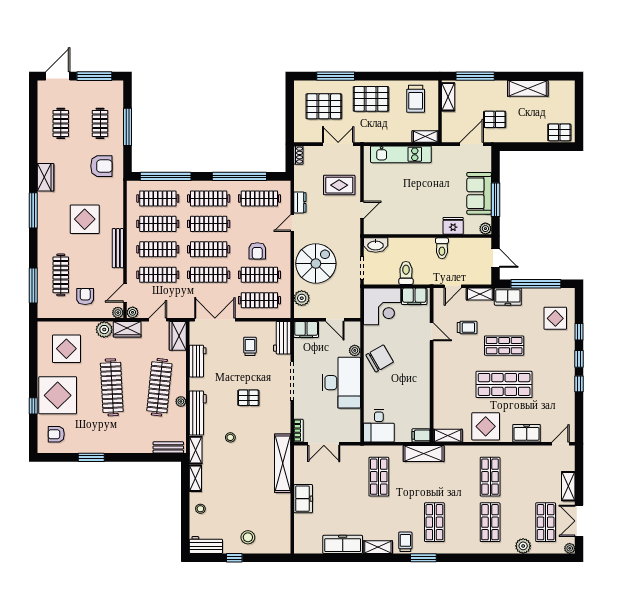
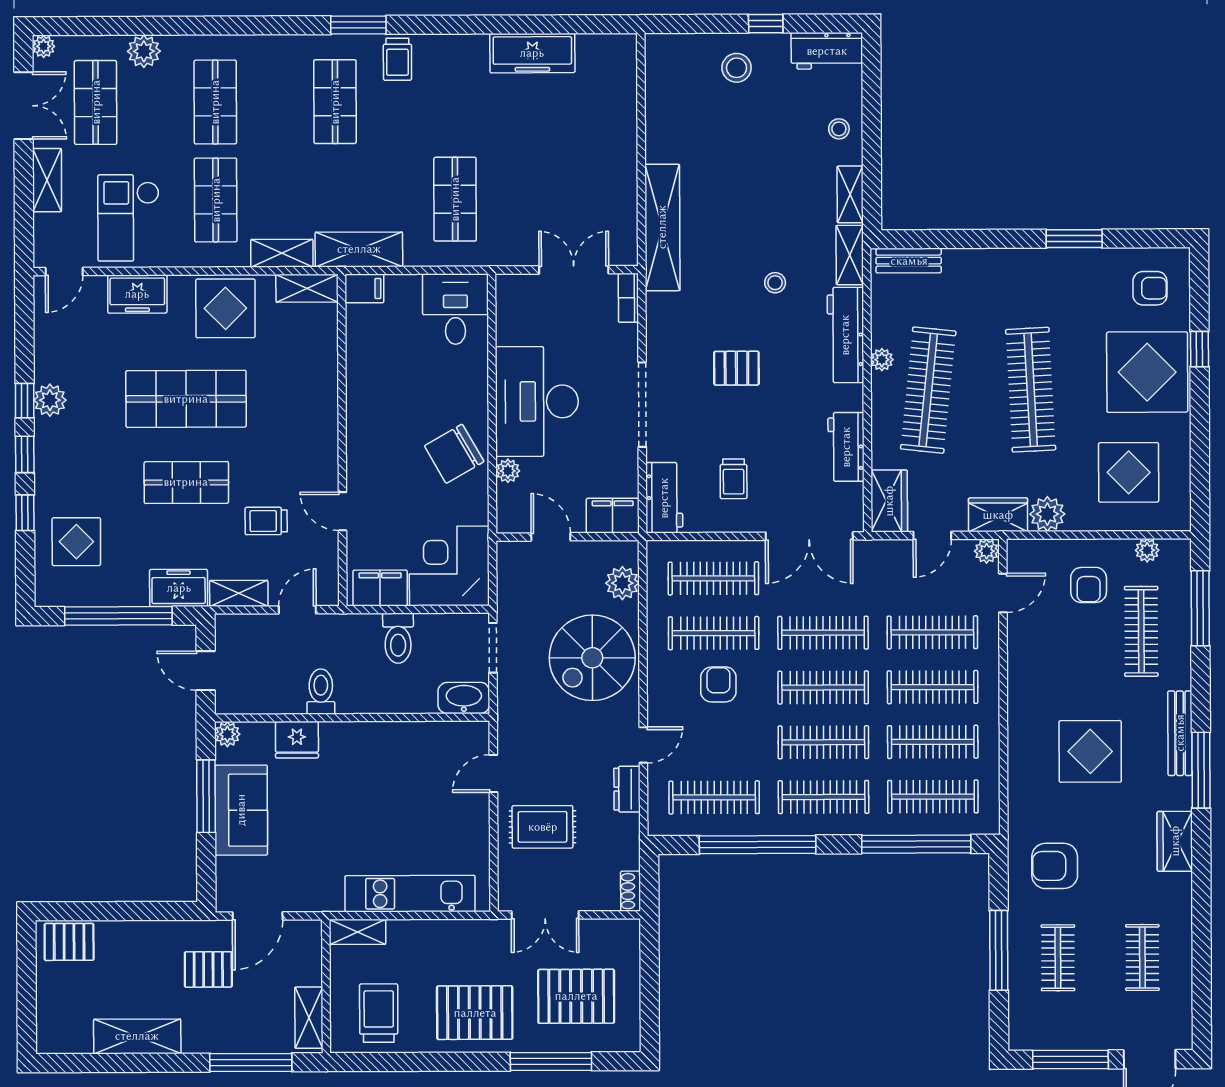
bench: (118, 248) -> (1180, 733), moved
plant: (118, 313) -> (1147, 550), moved
plant: (567, 384) -> (50, 400), added
checkout: (531, 469) -> (128, 218), added
freezer: (303, 499) -> (618, 151), removed
shelving: (378, 547) -> (282, 253), moved

